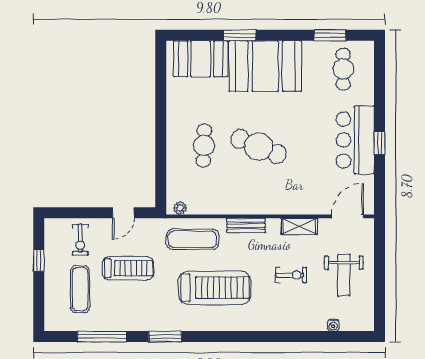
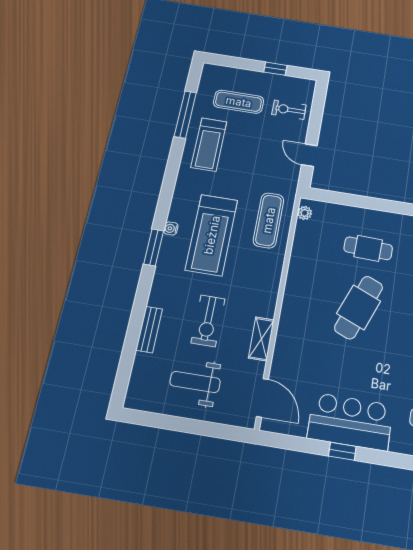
bench: (246, 226) -> (149, 329), moved
treadmill: (128, 268) -> (209, 144), moved
exercise bike: (291, 275) -> (208, 321), width x1.38, depth x1.39
water cooler: (333, 325) -> (171, 228), moved
window: (165, 337) -> (154, 247), moved

